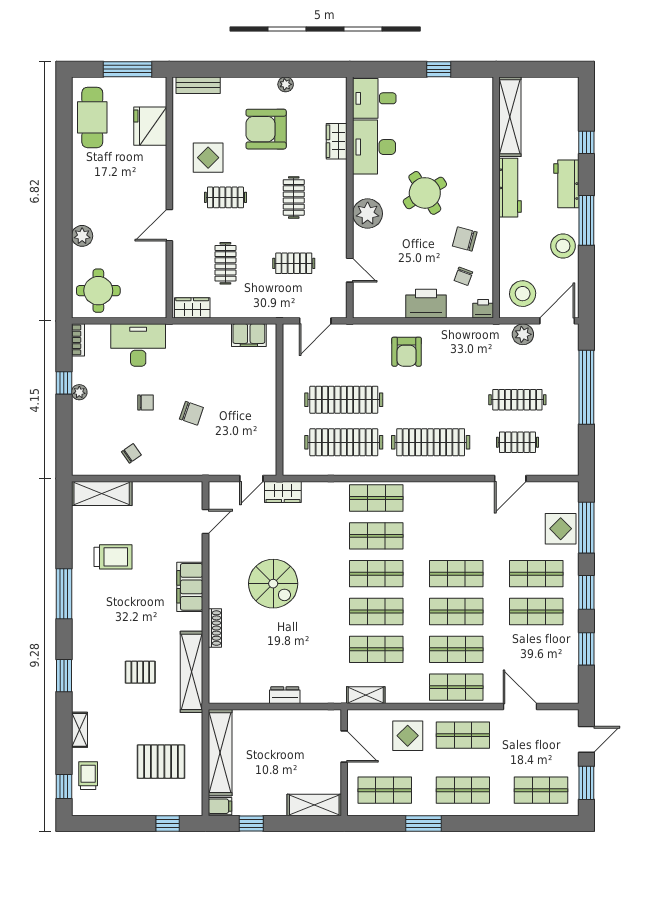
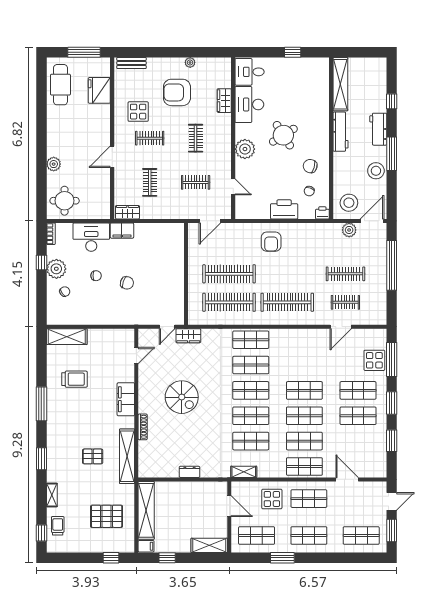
filing cabinet: (249, 335) -> (122, 231), moved
plant: (79, 392) -> (56, 269), width x1.88, depth x1.88
chair: (131, 453) -> (65, 292), moved

